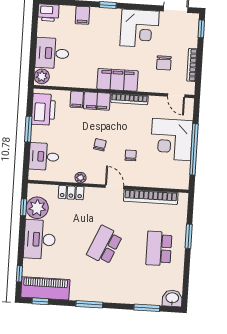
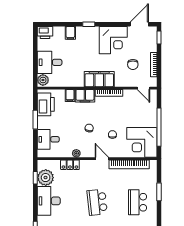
corner desk: (171, 139) -> (142, 142), moved
school desk: (105, 245) -> (97, 202), turned -30

